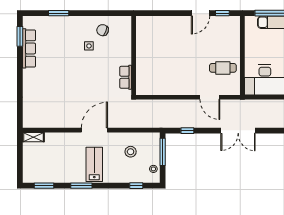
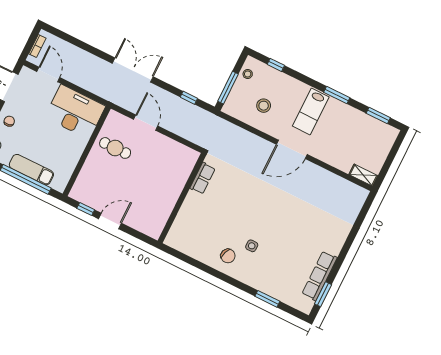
wall: (134, 55) -> (182, 198), moved
row of seats: (126, 77) -> (203, 178), moved

